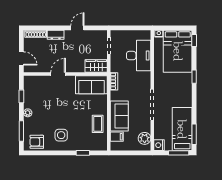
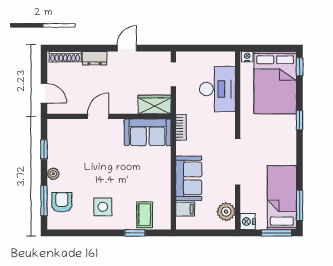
coffee table: (98, 124) -> (145, 215), moved
armchair: (37, 142) -> (62, 202), moved, turned 90

